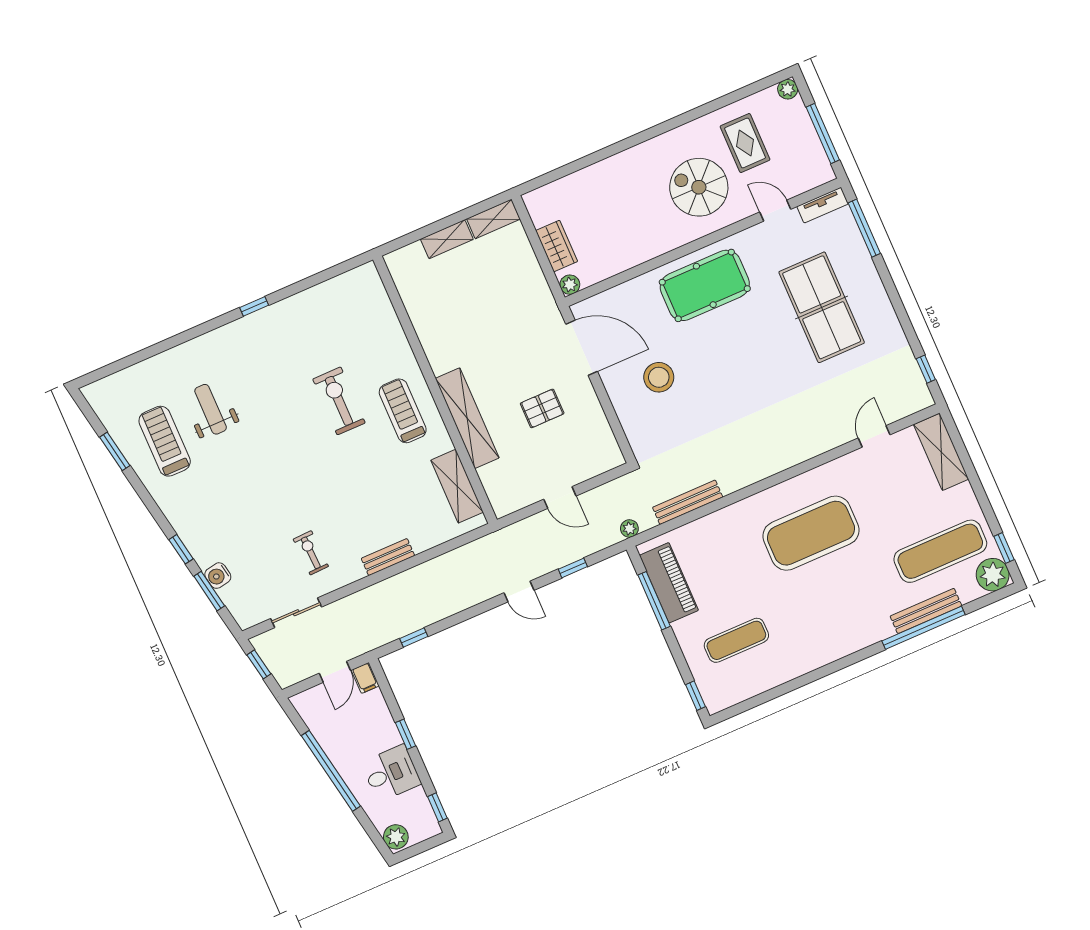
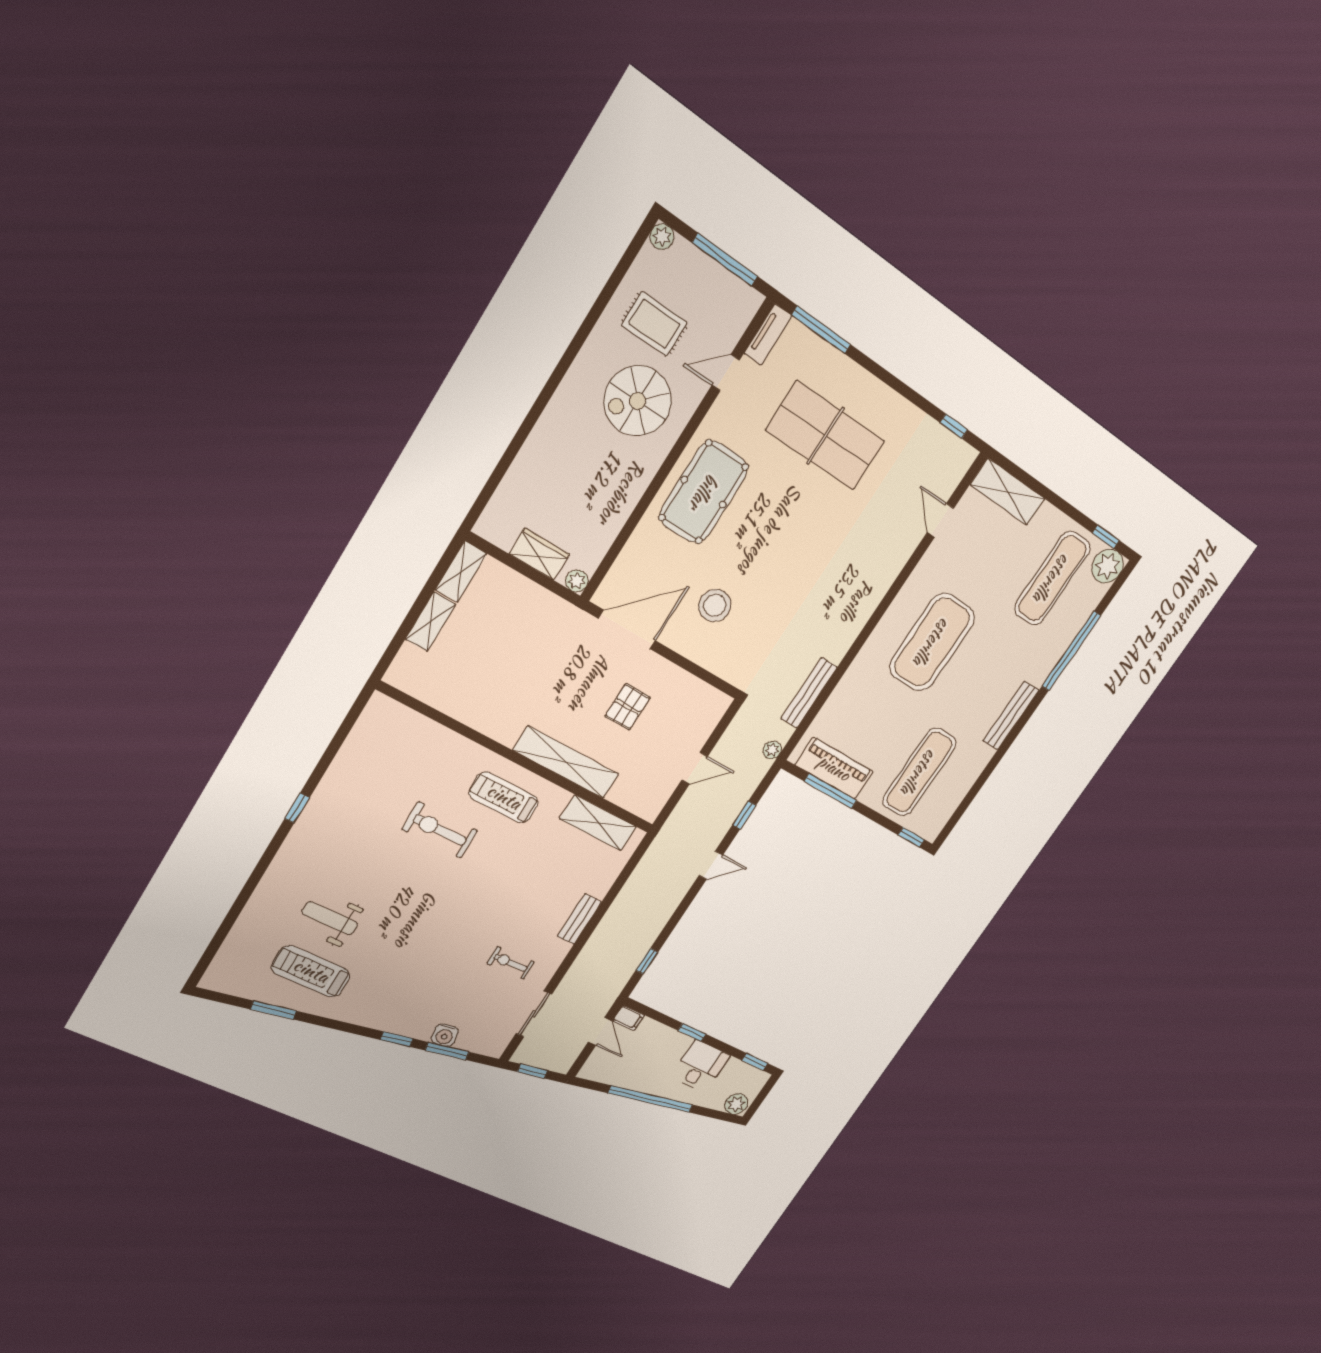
bench: (926, 611) -> (1011, 716), moved
exercise mat: (736, 640) -> (919, 772), width x1.36, depth x1.45

